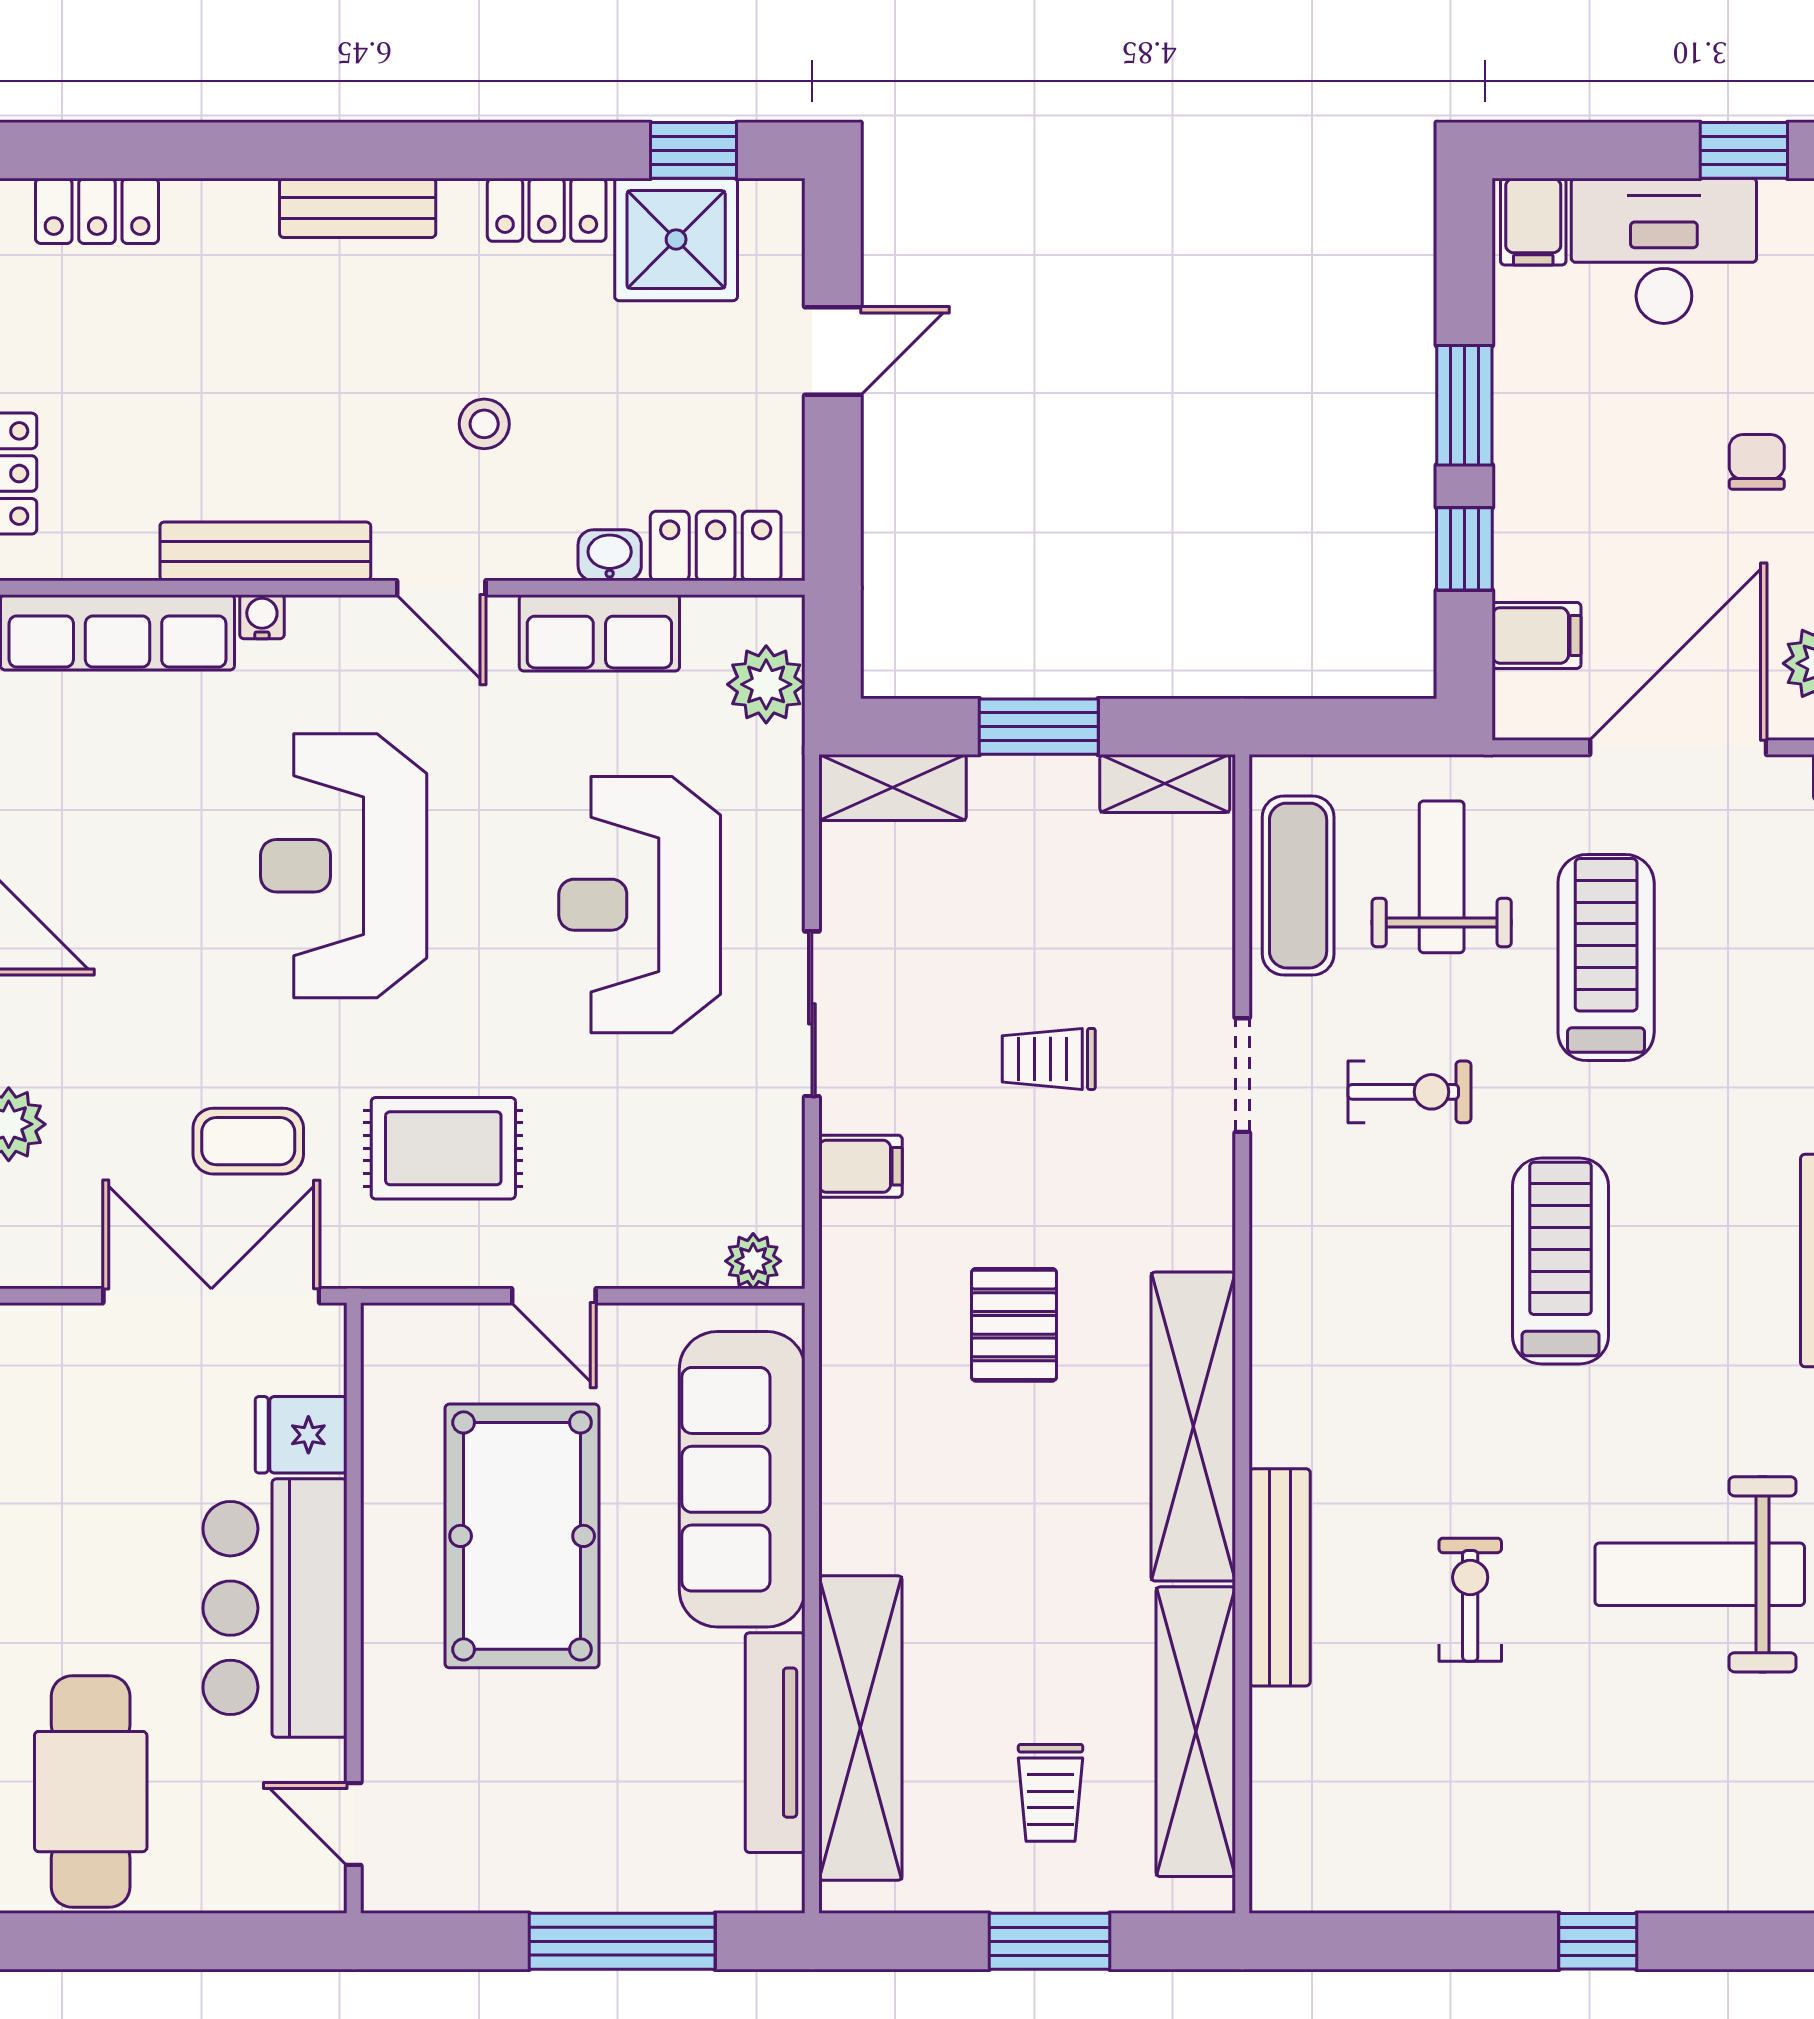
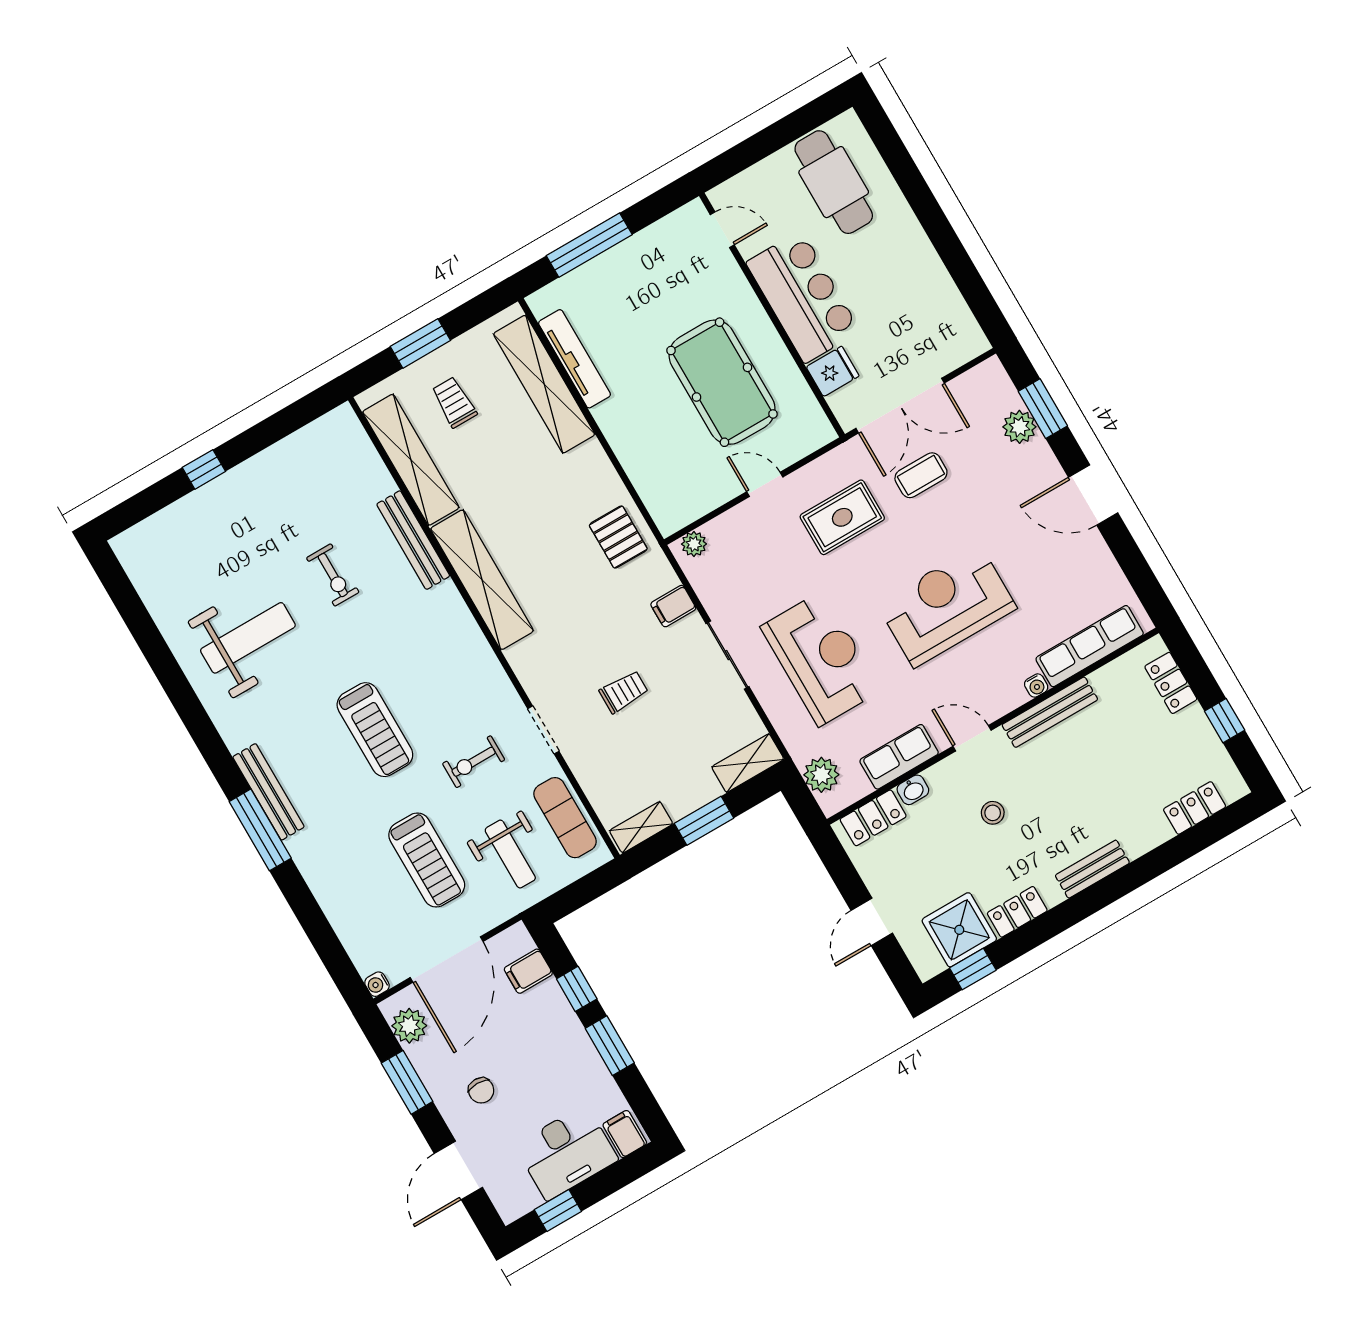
reception desk: (344, 866) -> (947, 606), turned -90
pallet: (1014, 1325) -> (618, 537), moved
sofa: (742, 1479) -> (648, 455), removed

